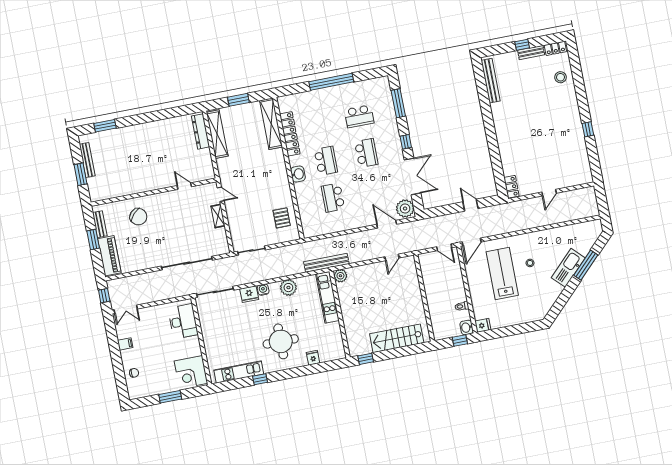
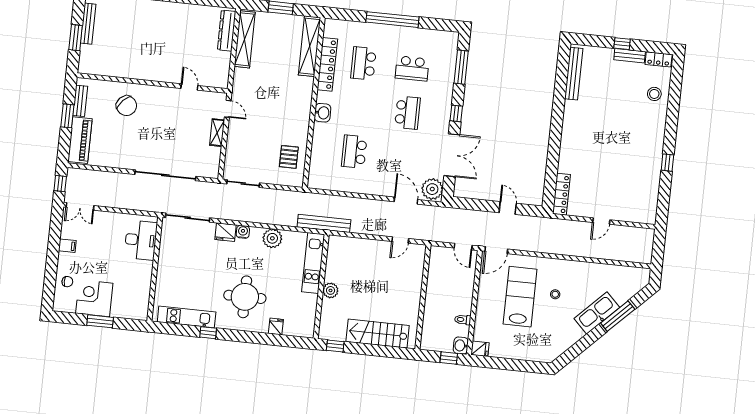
school desk: (326, 161) -> (363, 63), moved, turned 180
locker: (512, 187) -> (561, 194), width x1.53
plant: (340, 276) -> (331, 290), moved
corner desk: (191, 372) -> (94, 298), moved, turned 90

